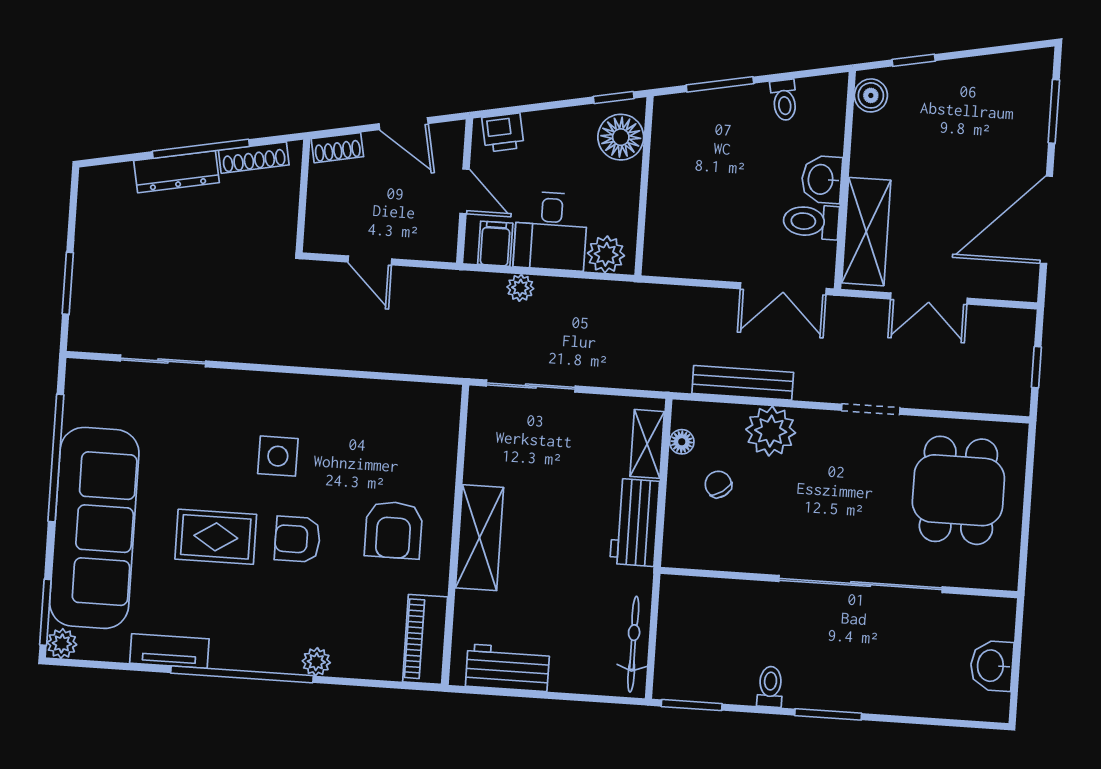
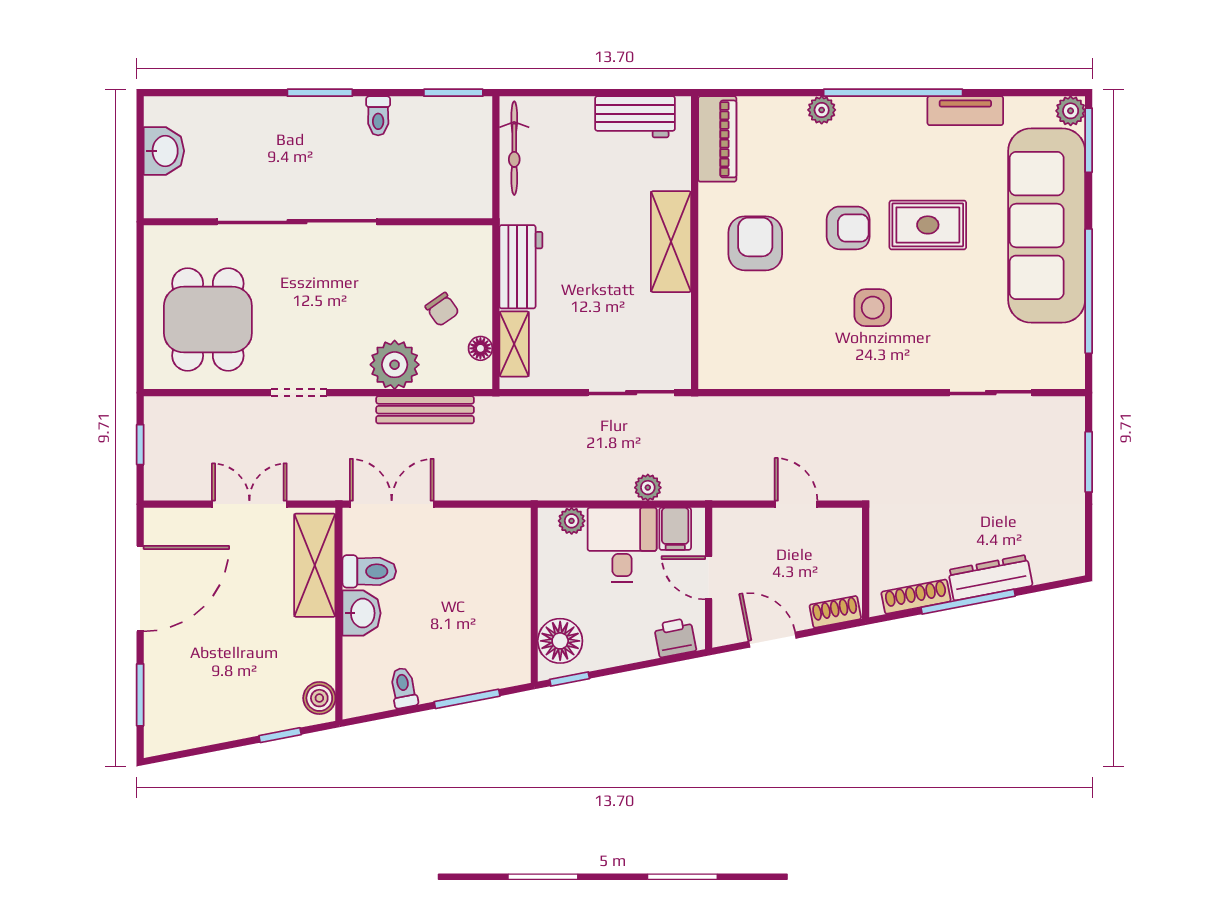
plant: (606, 254) -> (572, 521), width x0.73, depth x0.73

